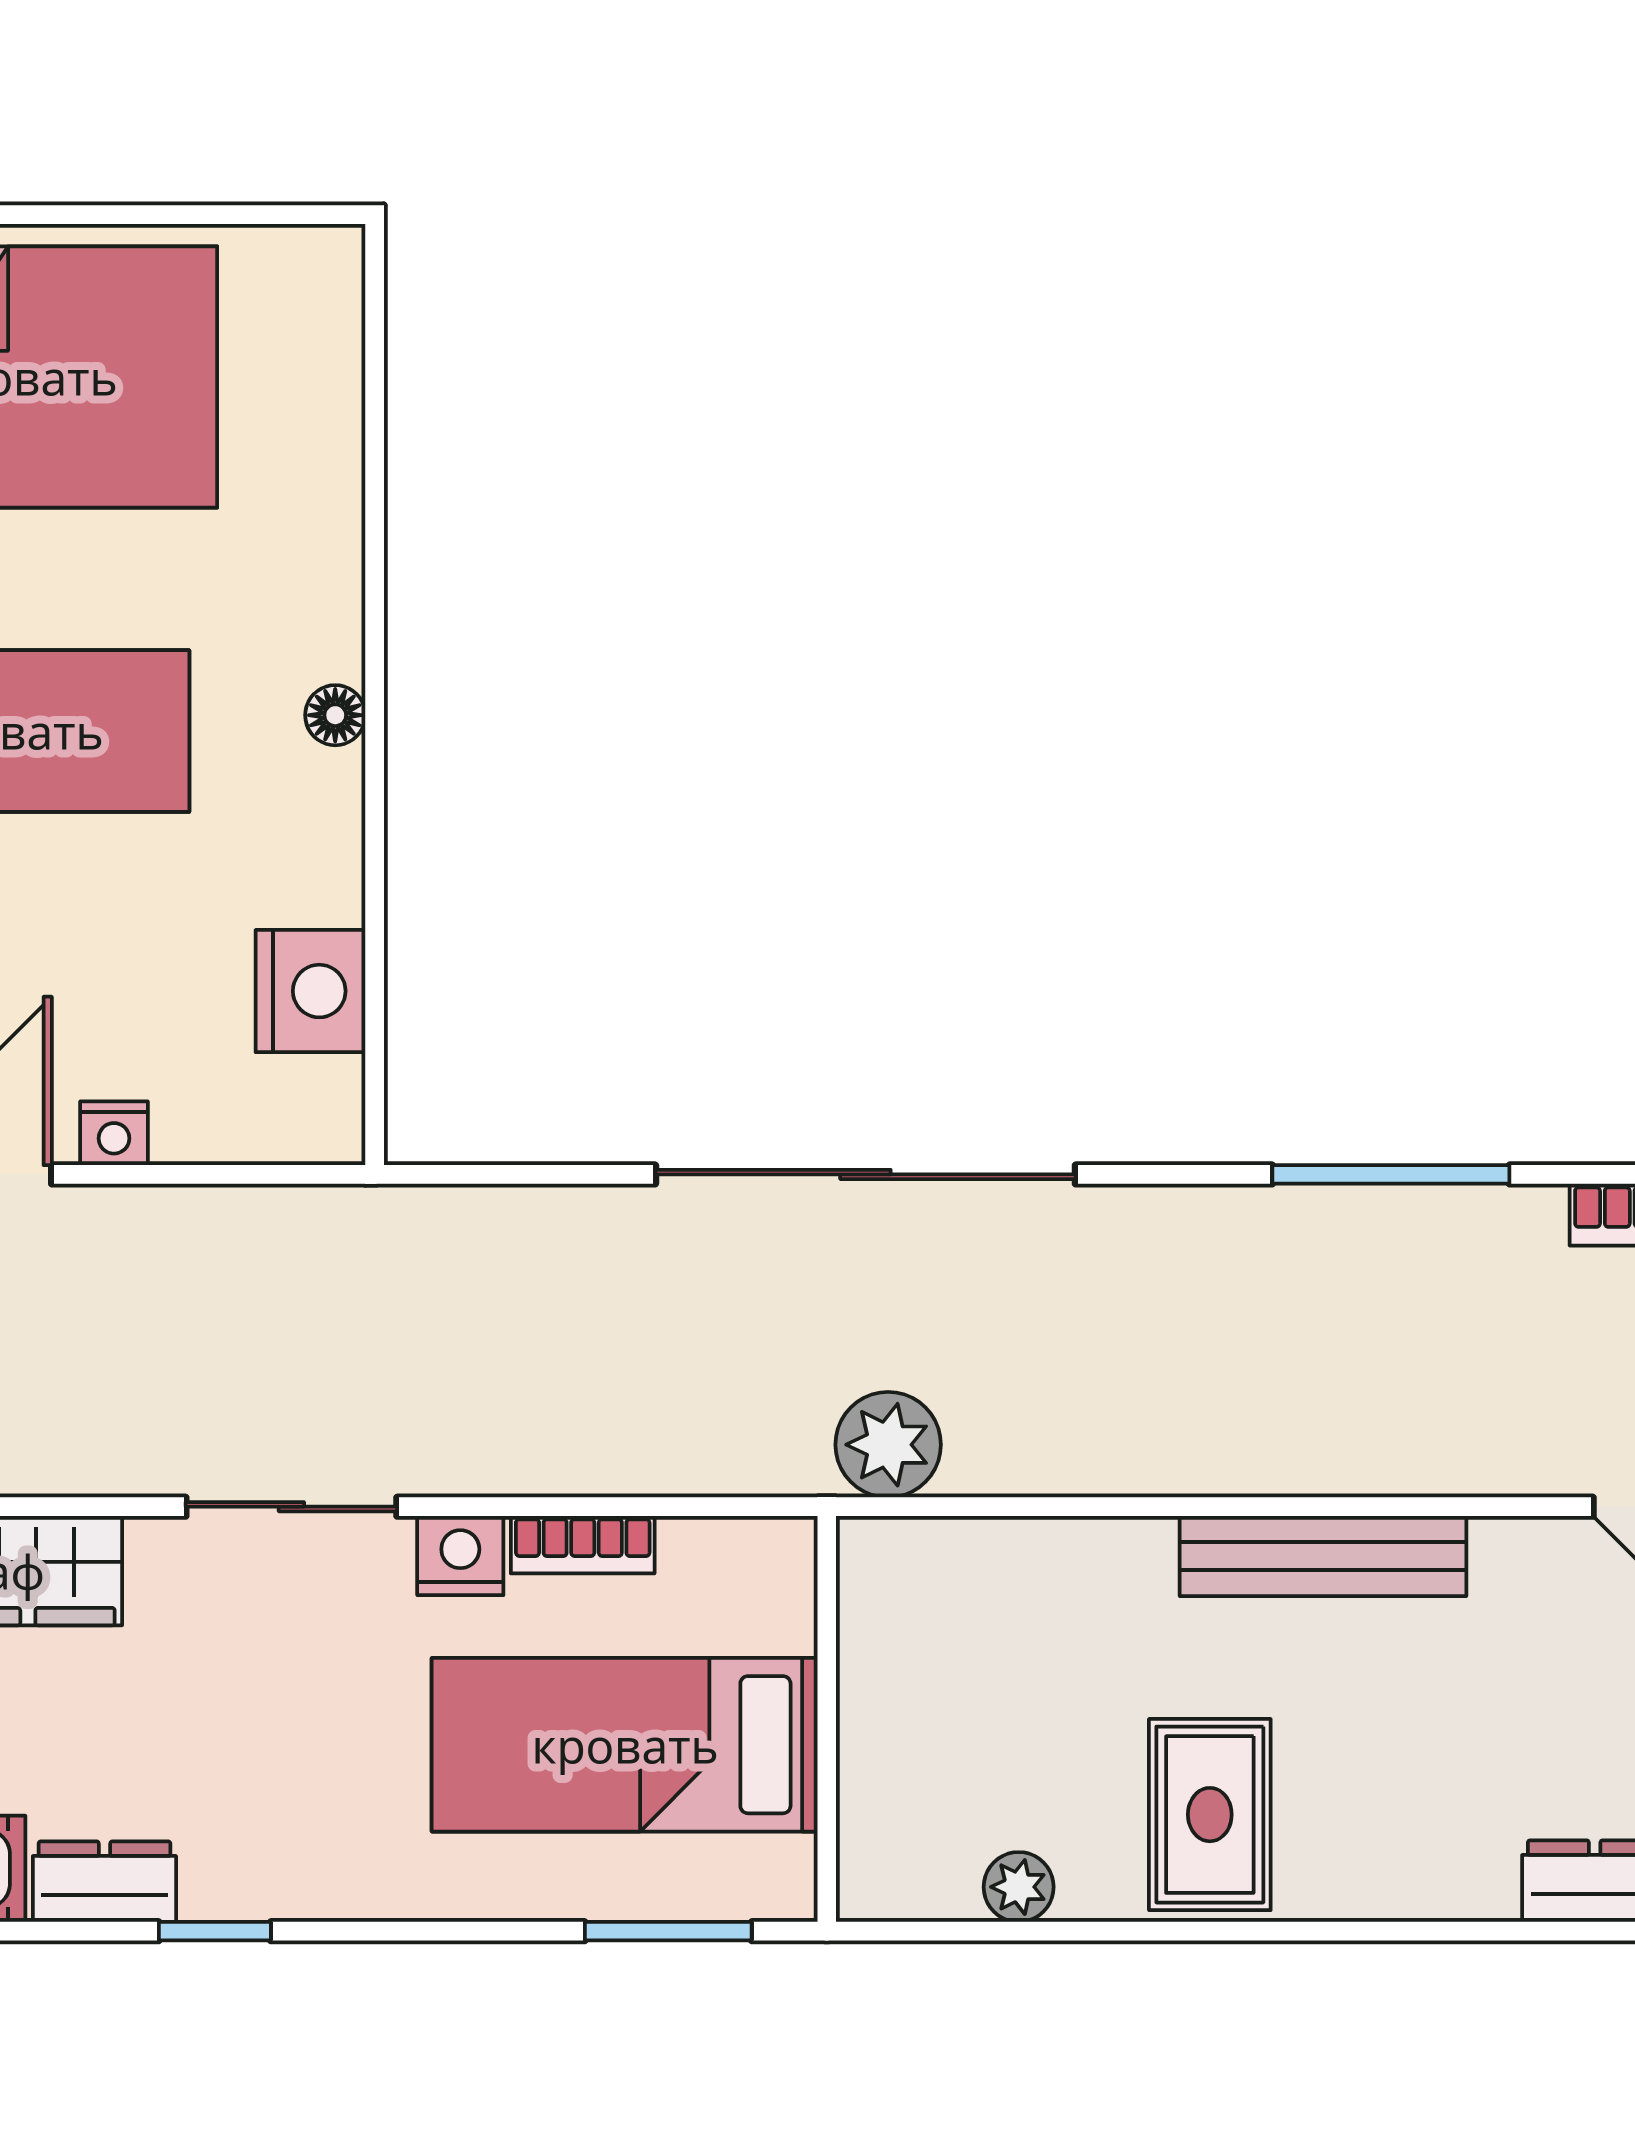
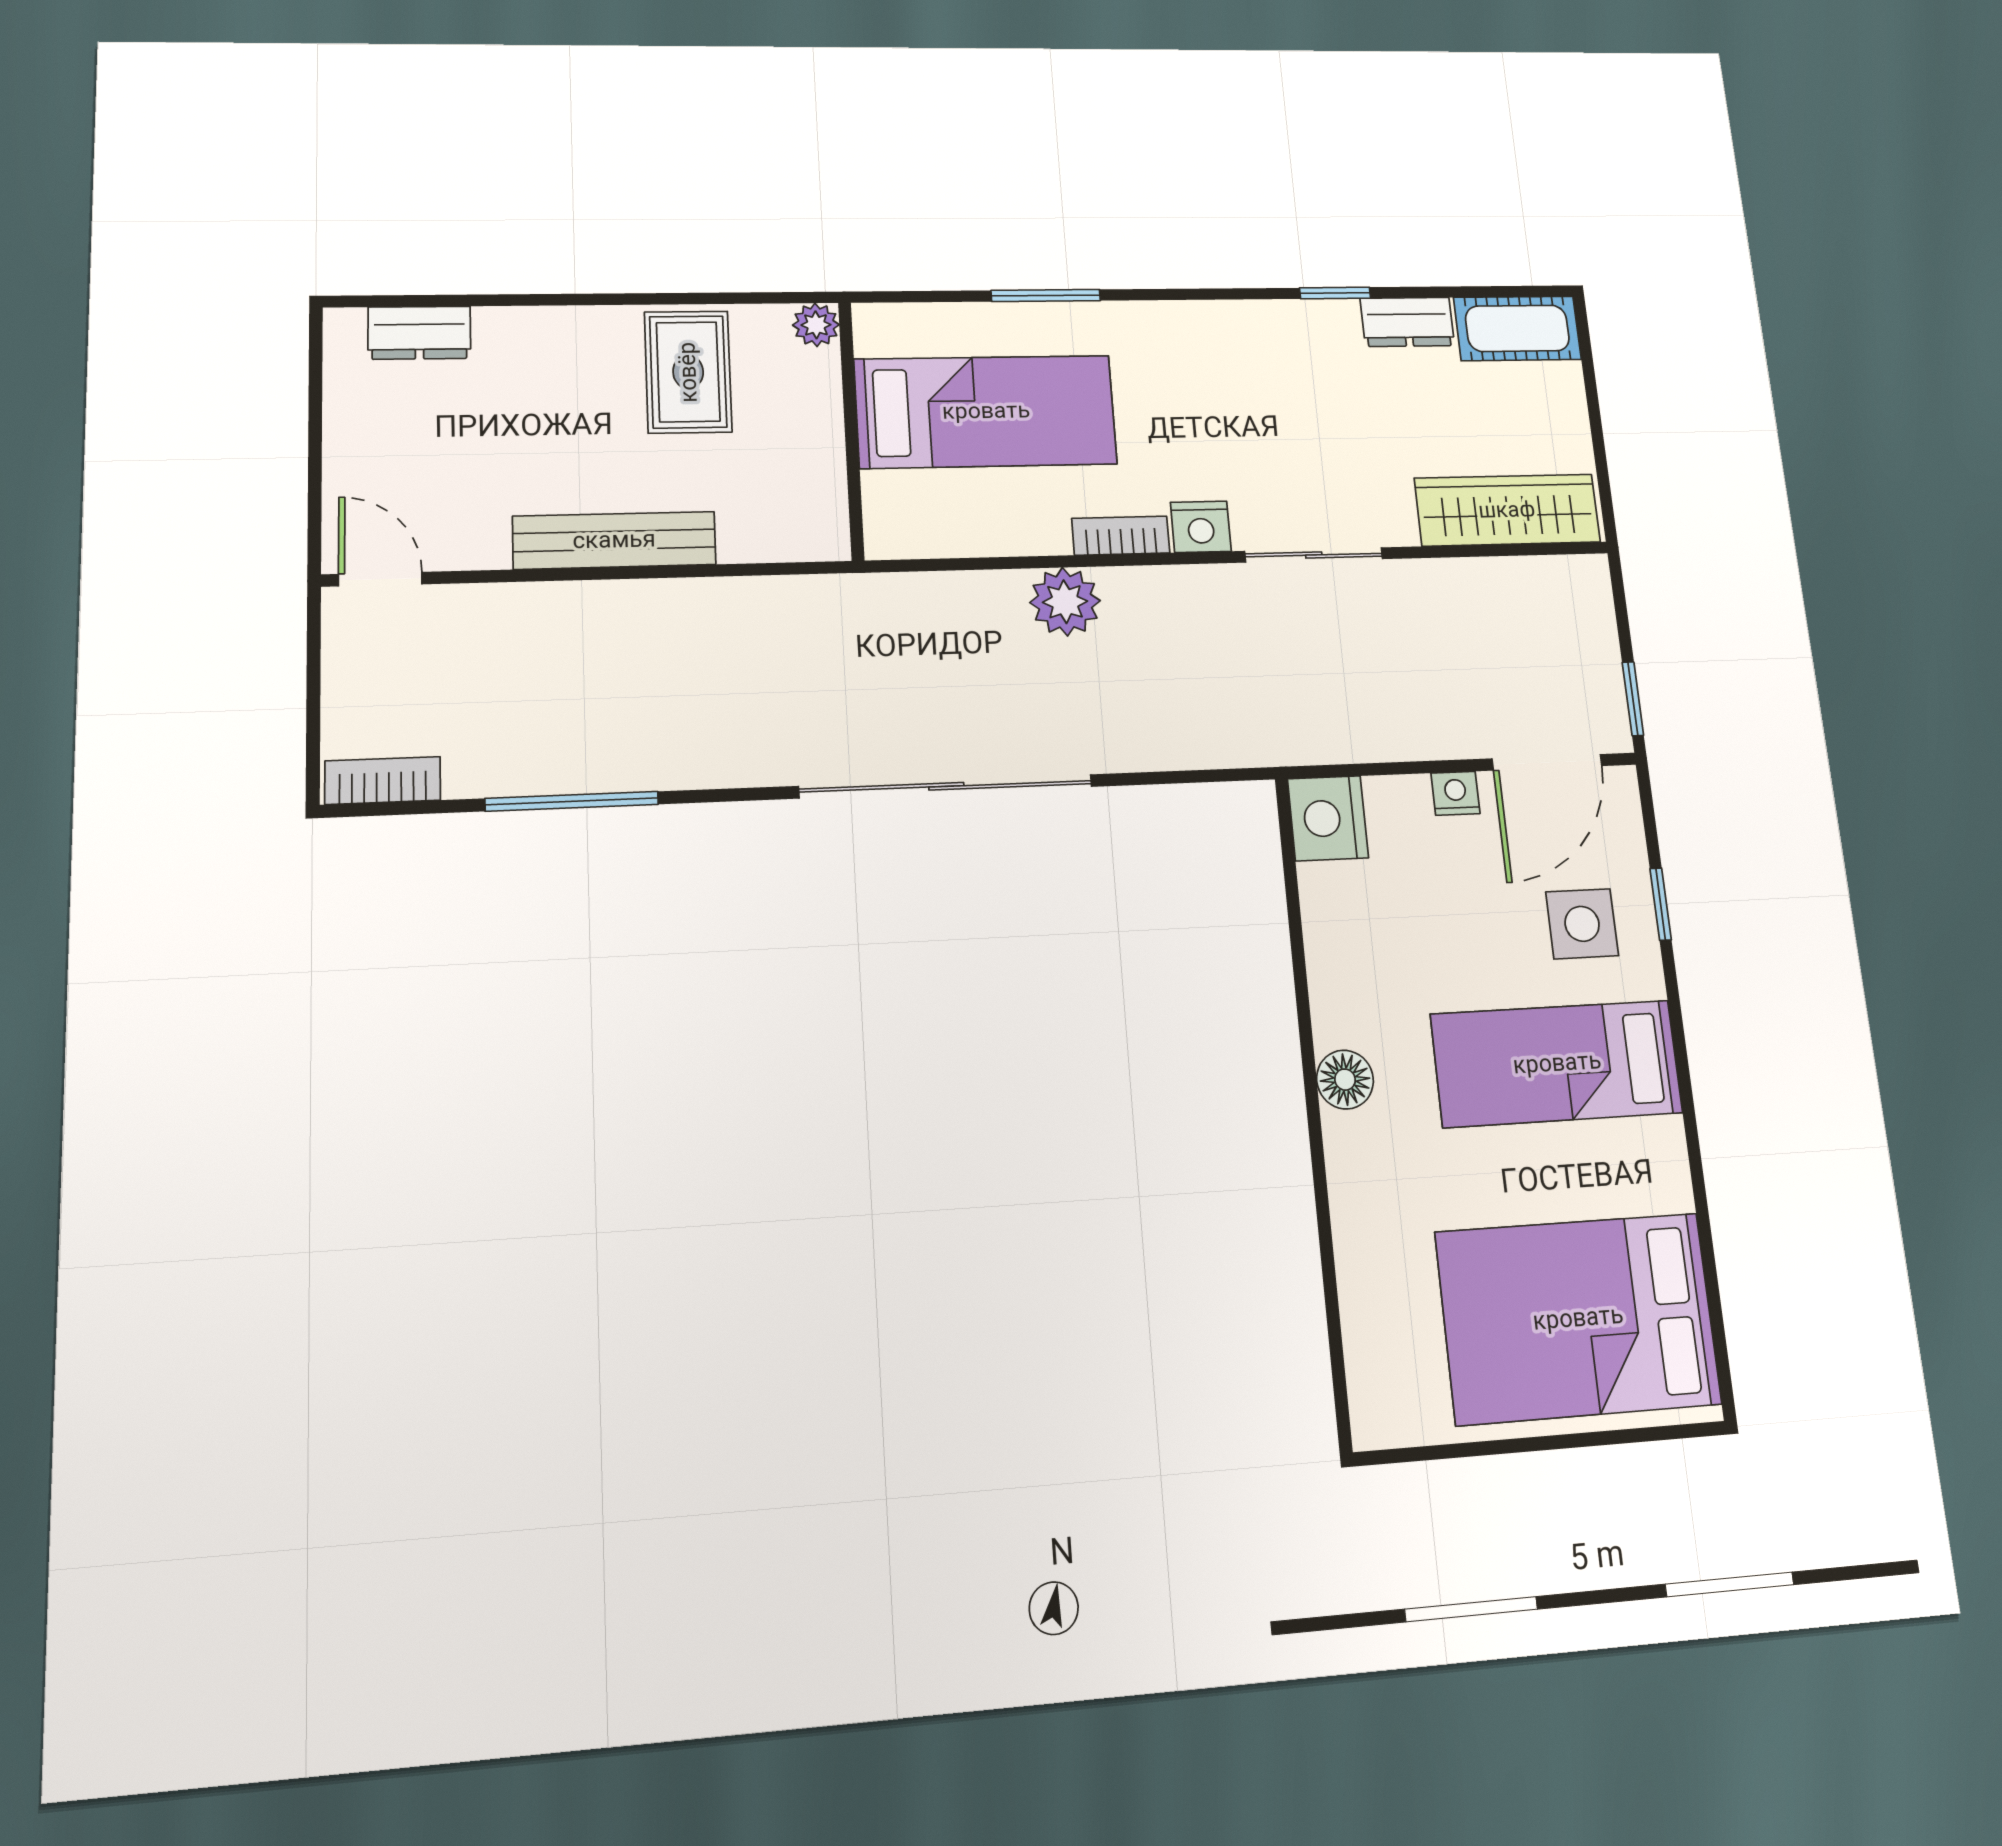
floor lamp: (335, 715) -> (1345, 1080), width x1.37, depth x1.37
nightstand: (310, 991) -> (1328, 818), moved
plant: (888, 1445) -> (1065, 602), moved
wall: (827, 1719) -> (851, 430), moved
bed: (625, 1745) -> (986, 411), moved

